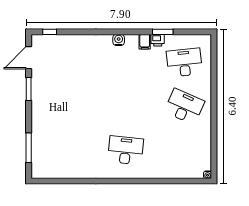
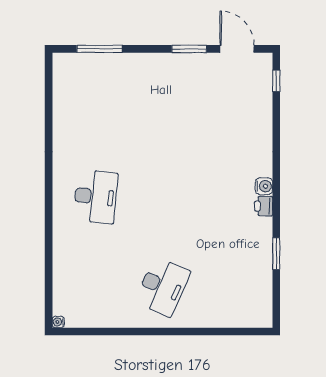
printer: (158, 40) -> (264, 206), moved
filing cabinet: (145, 42) -> (261, 226), removed
desk: (184, 63) -> (229, 287), removed

